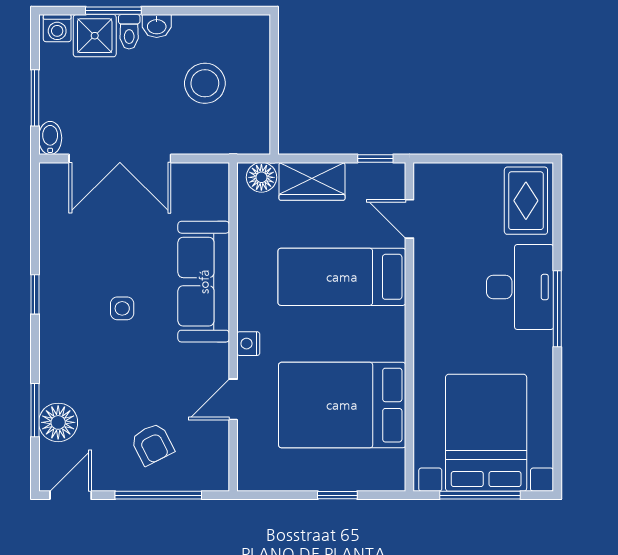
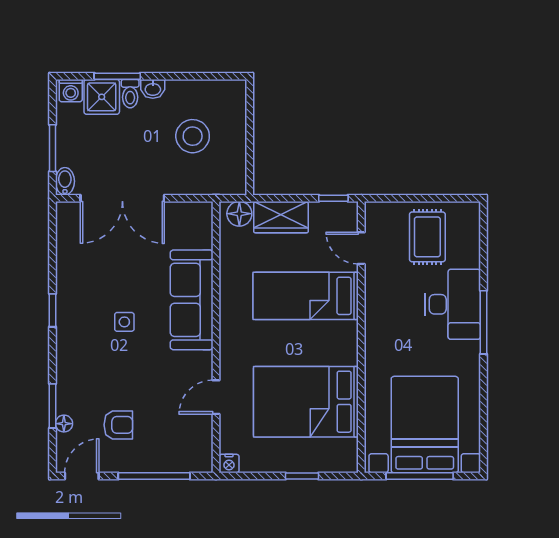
rug: (526, 201) -> (427, 237), moved
nightstand: (248, 344) -> (229, 464), moved, turned -90
floor lamp: (58, 422) -> (64, 424), width x0.53, depth x0.53
armchair: (152, 444) -> (118, 425), moved, turned -63

